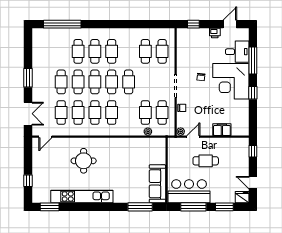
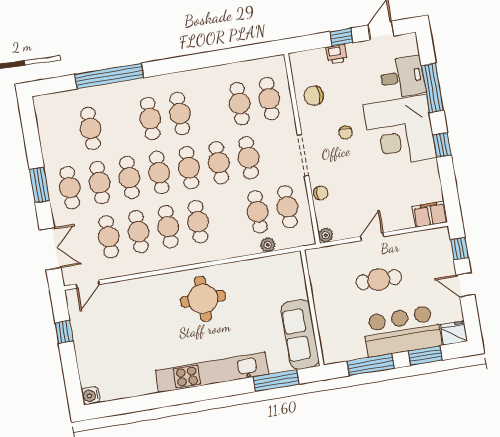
window: (62, 24) -> (109, 76), moved
window: (193, 24) -> (342, 37), moved
printer: (215, 33) -> (337, 54), moved
cafe table: (78, 51) -> (91, 129), moved
chair: (187, 54) -> (314, 96), added
cafe table: (44, 82) -> (70, 188), added
cafe table: (145, 82) -> (249, 158), added
filing cabinet: (222, 130) -> (430, 214), moved
door: (193, 137) -> (372, 237), moved
round table: (84, 161) -> (203, 299), moved
window: (28, 181) -> (64, 332), moved
door: (253, 183) -> (465, 285), moved
bar counter: (189, 191) -> (402, 331), moved
kitchen unit: (82, 196) -> (212, 372), moved
water cooler: (37, 198) -> (91, 396), added
window: (50, 207) -> (116, 407), removed

